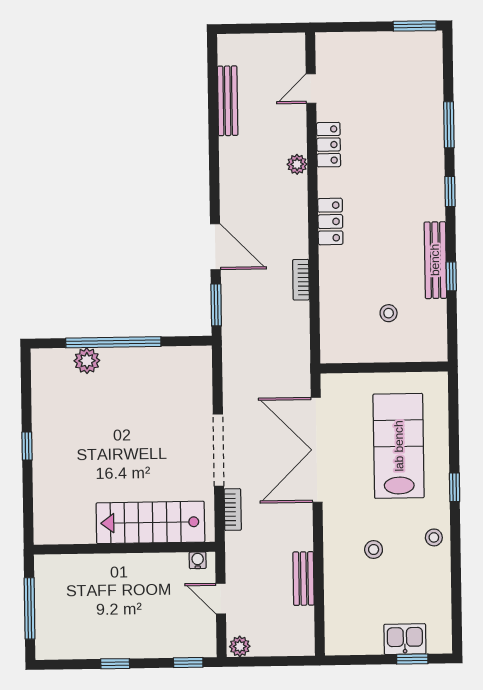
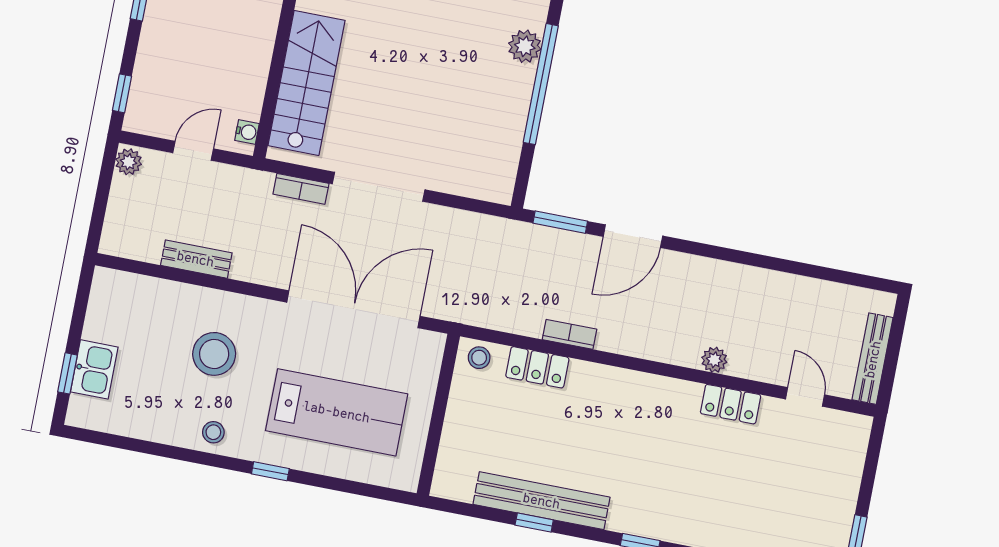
bench: (228, 101) -> (873, 359), moved, turned 90
locker: (330, 222) -> (537, 367), moved
bench: (435, 260) -> (542, 501), width x1.37, depth x1.21
stool: (389, 313) -> (479, 358), moved
stool: (374, 550) -> (214, 354), width x1.89, depth x1.89

